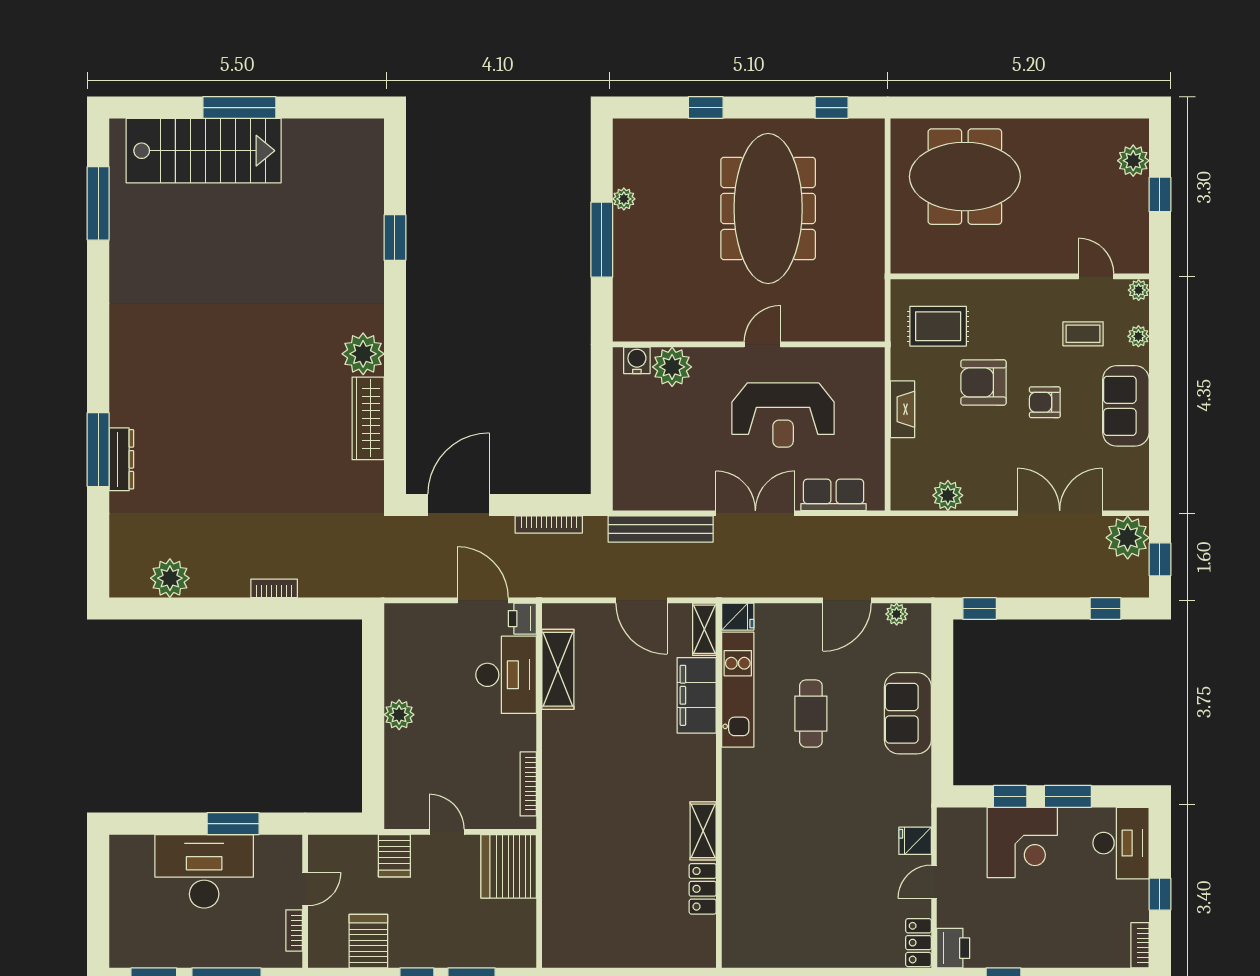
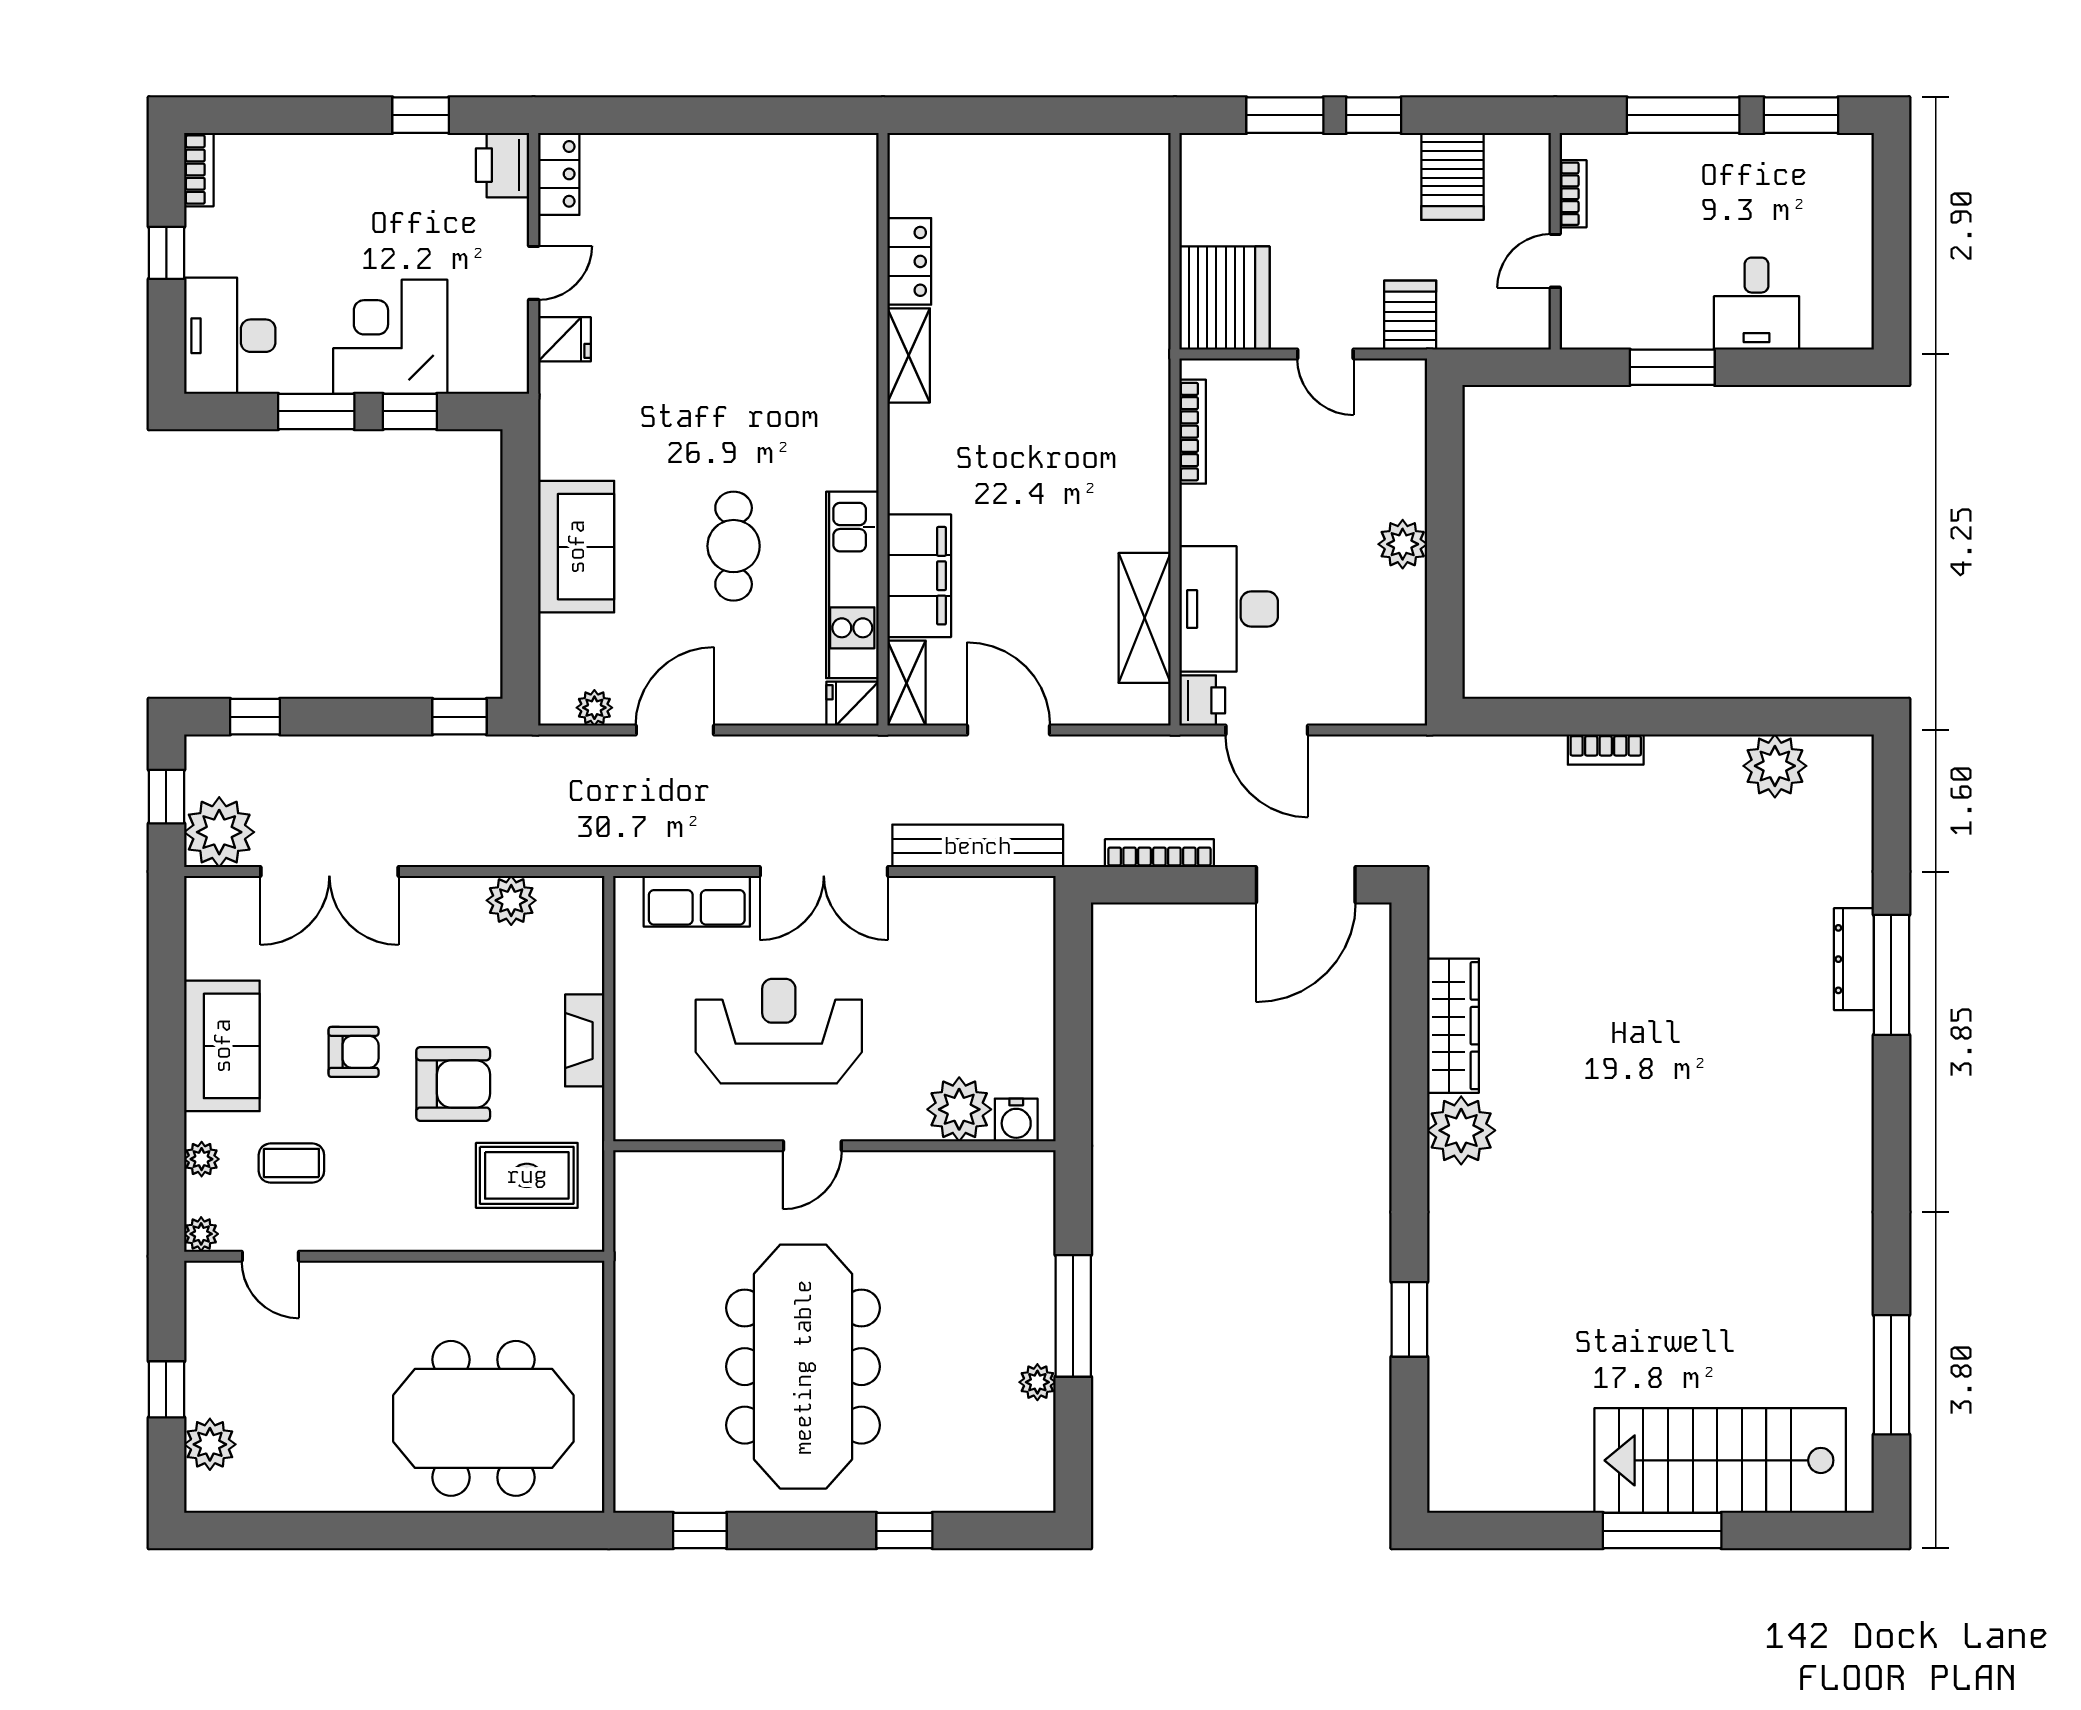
desk: (204, 871) -> (1757, 304), width x0.53, depth x0.77

